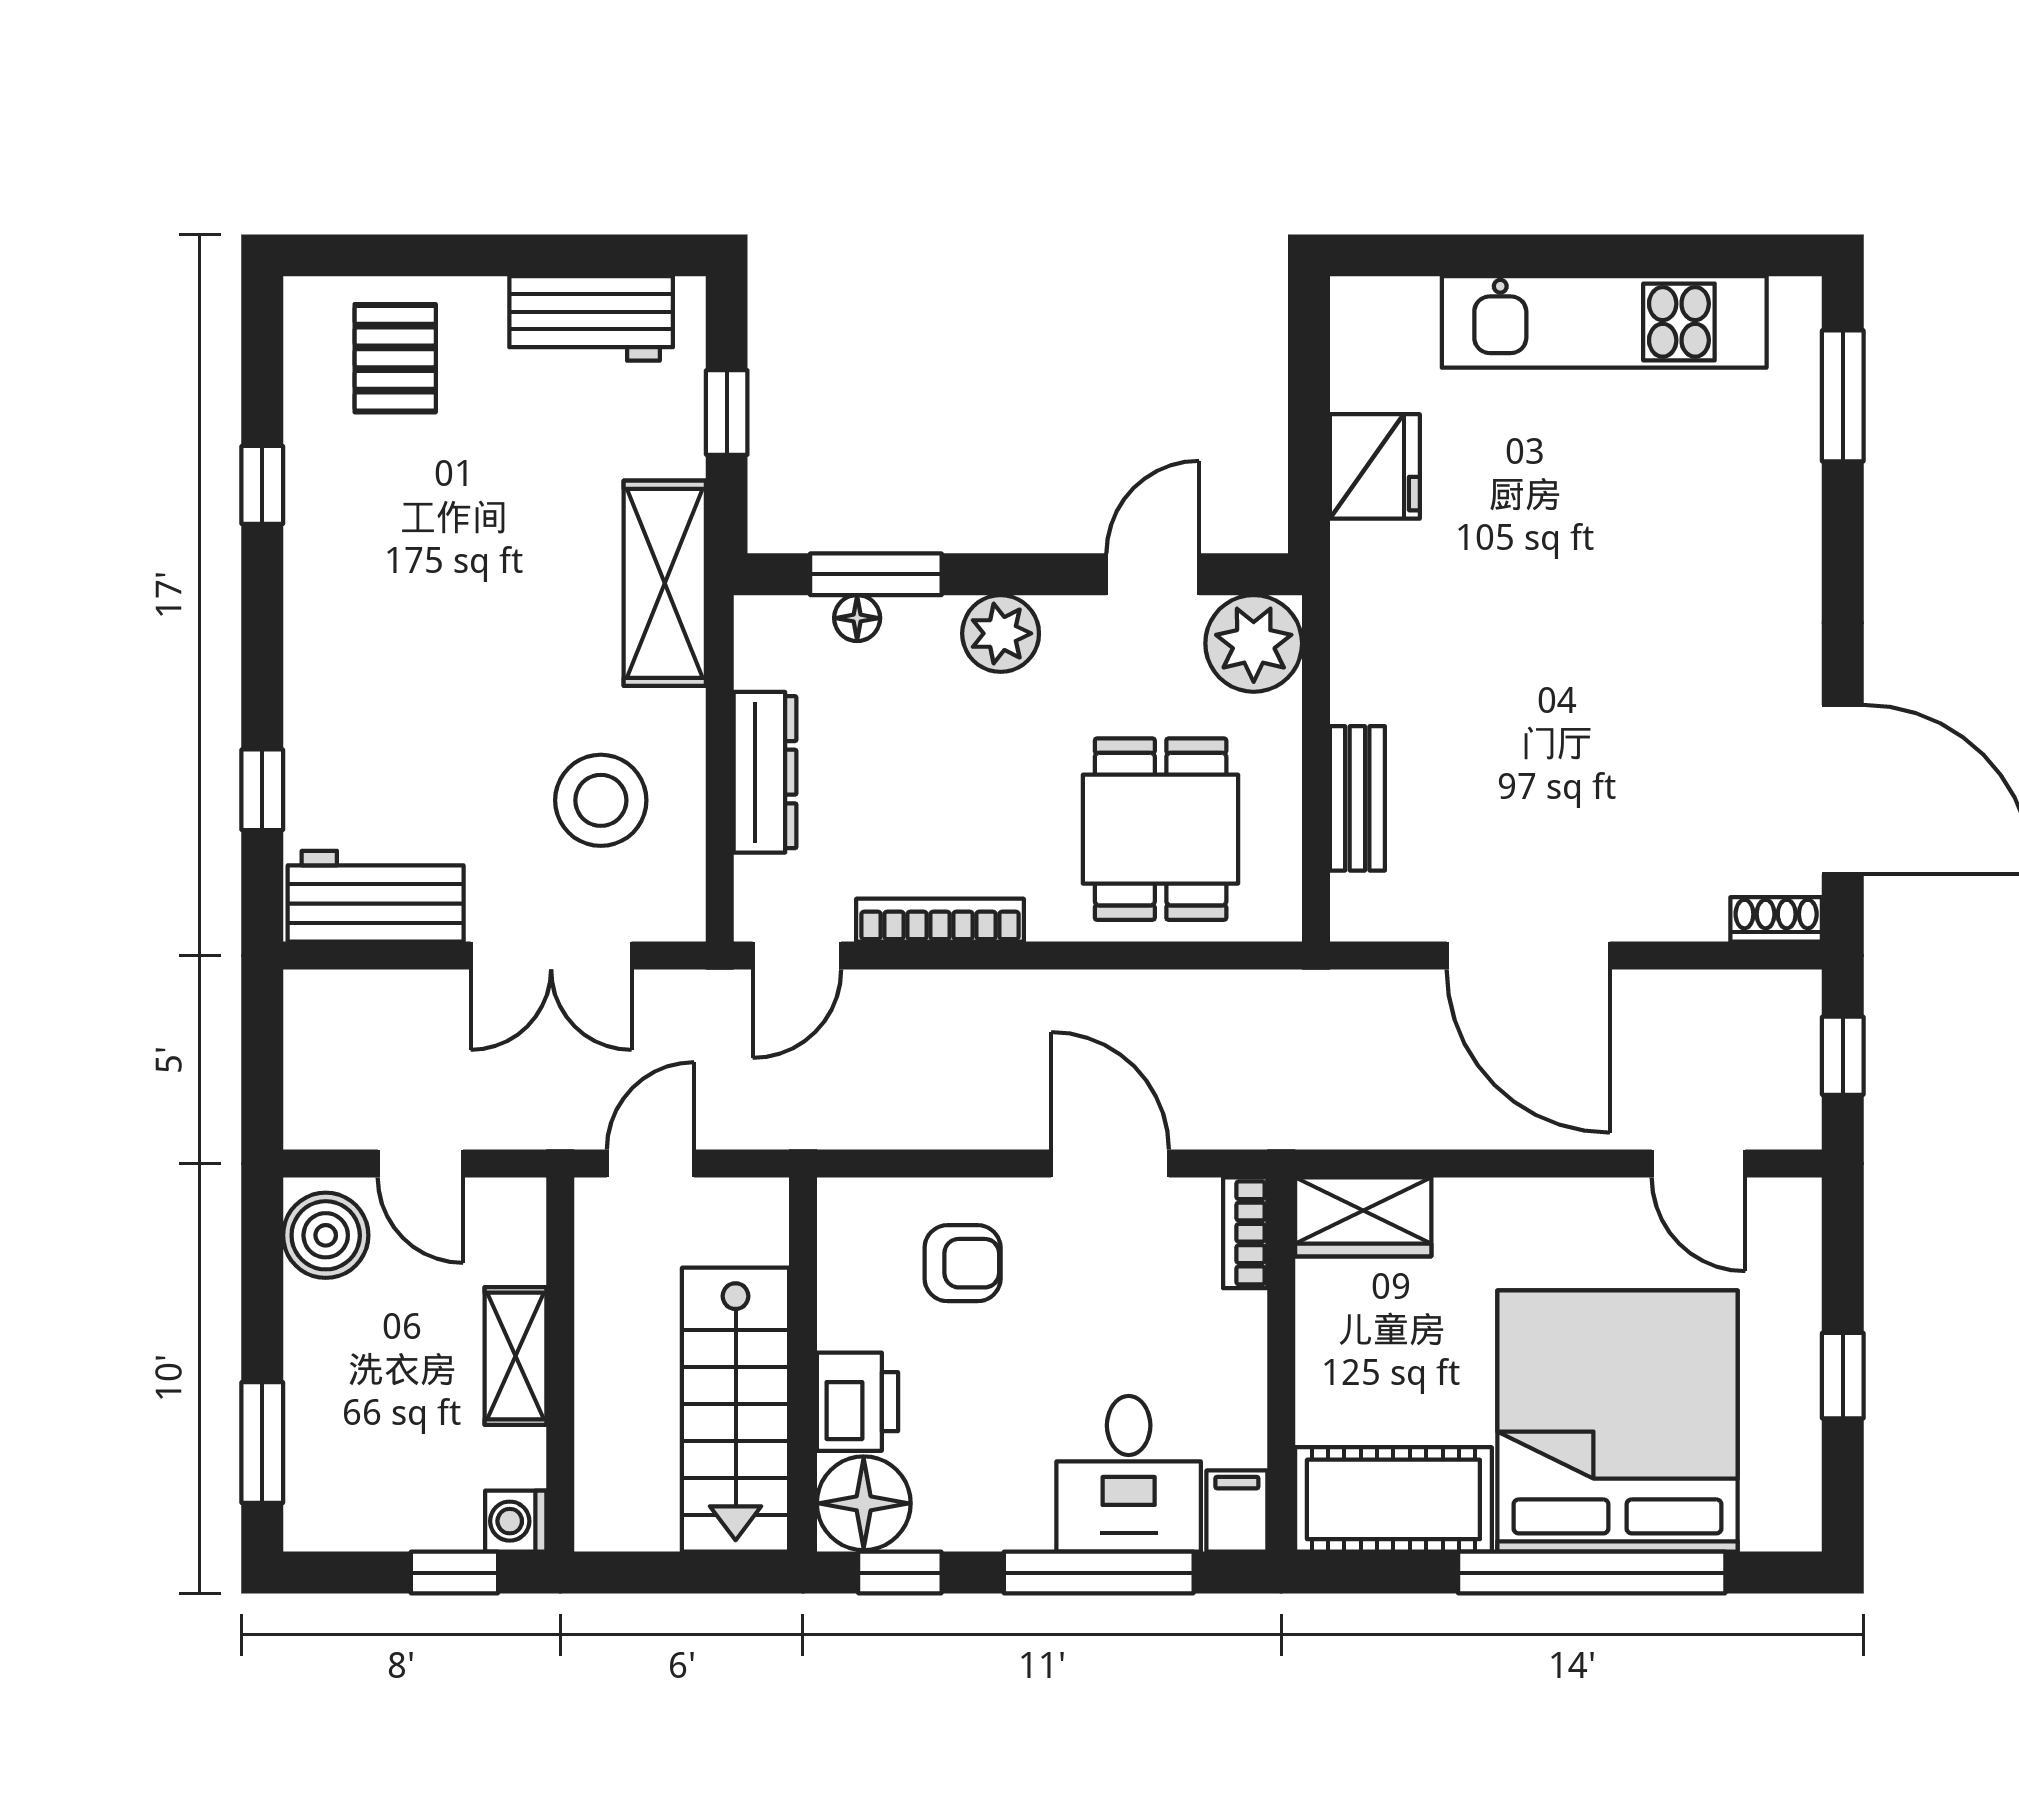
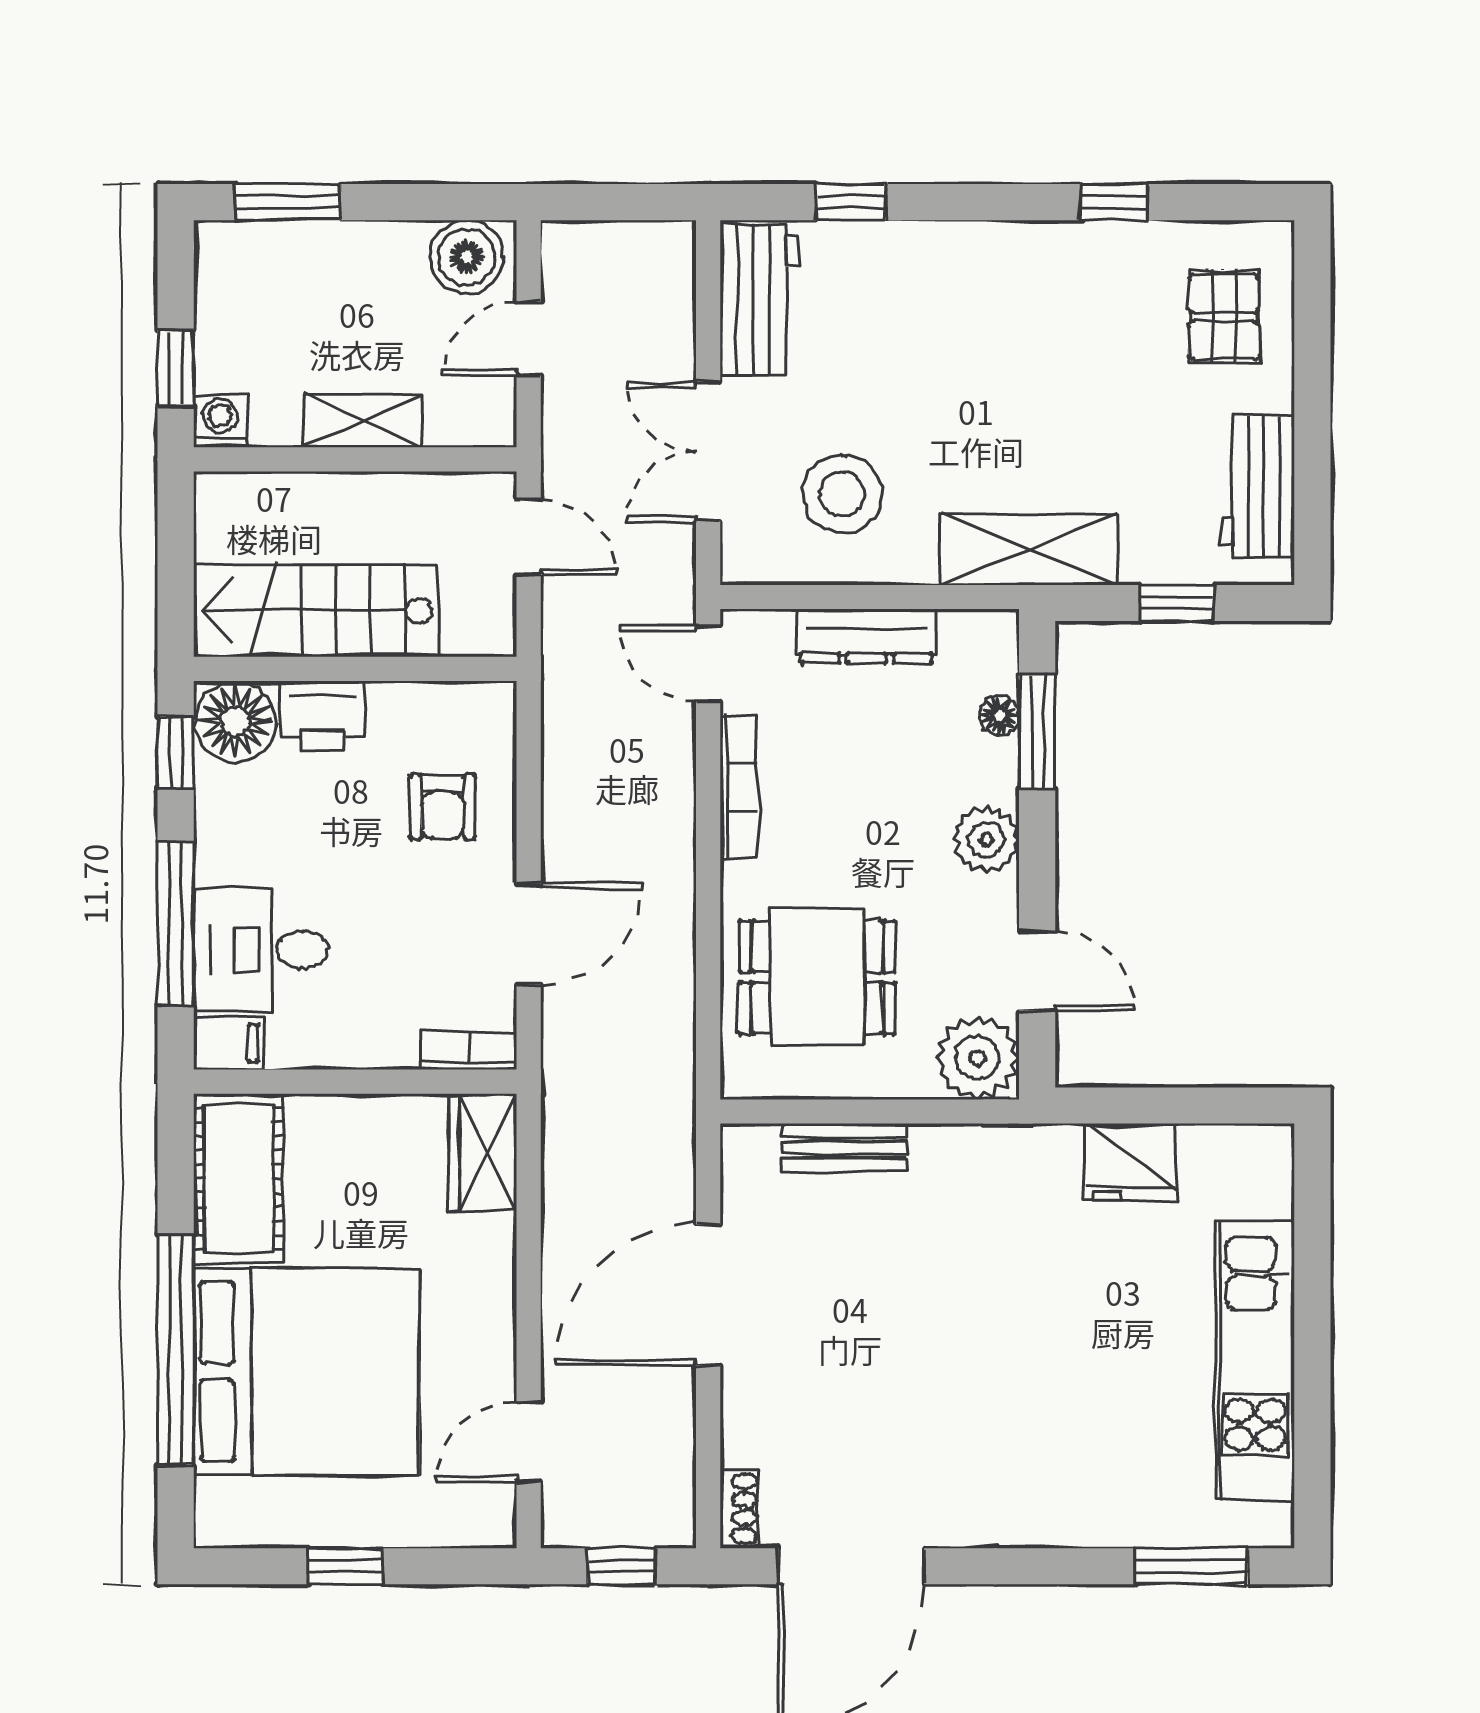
pallet: (395, 358) -> (1224, 317), turned 90

